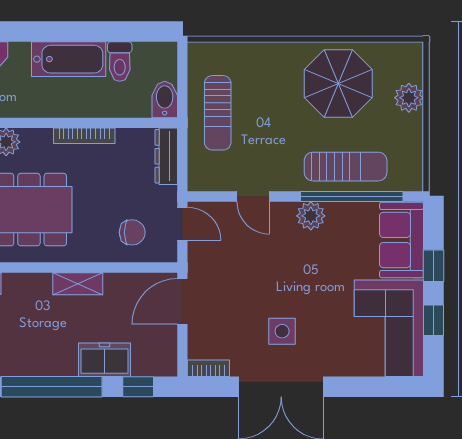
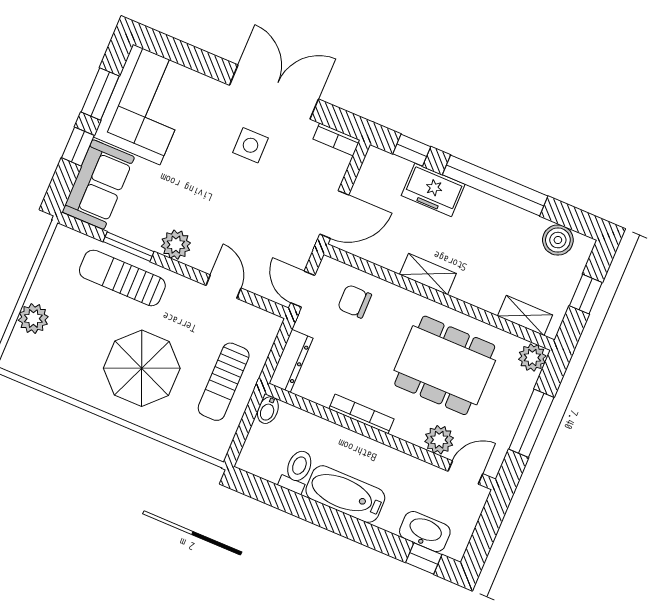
parasol: (338, 84) -> (142, 368), moved
bidet: (165, 100) -> (268, 410), width x0.72, depth x0.74
sun lounger: (218, 113) -> (224, 382), turned 180
window: (352, 196) -> (129, 247), width x0.47
window: (434, 320) -> (100, 94), width x1.50

